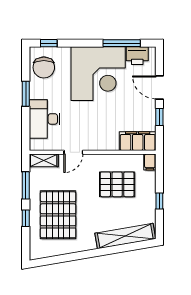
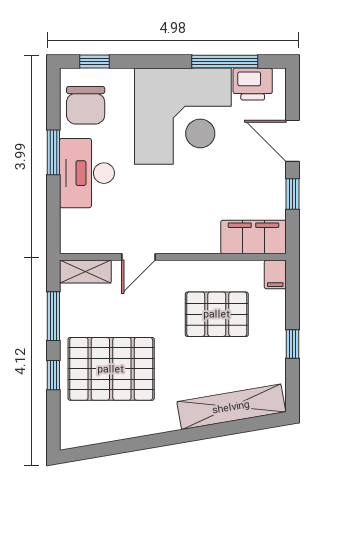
desk: (45, 119) -> (87, 173), moved
pallet: (58, 215) -> (111, 369), turned 90

